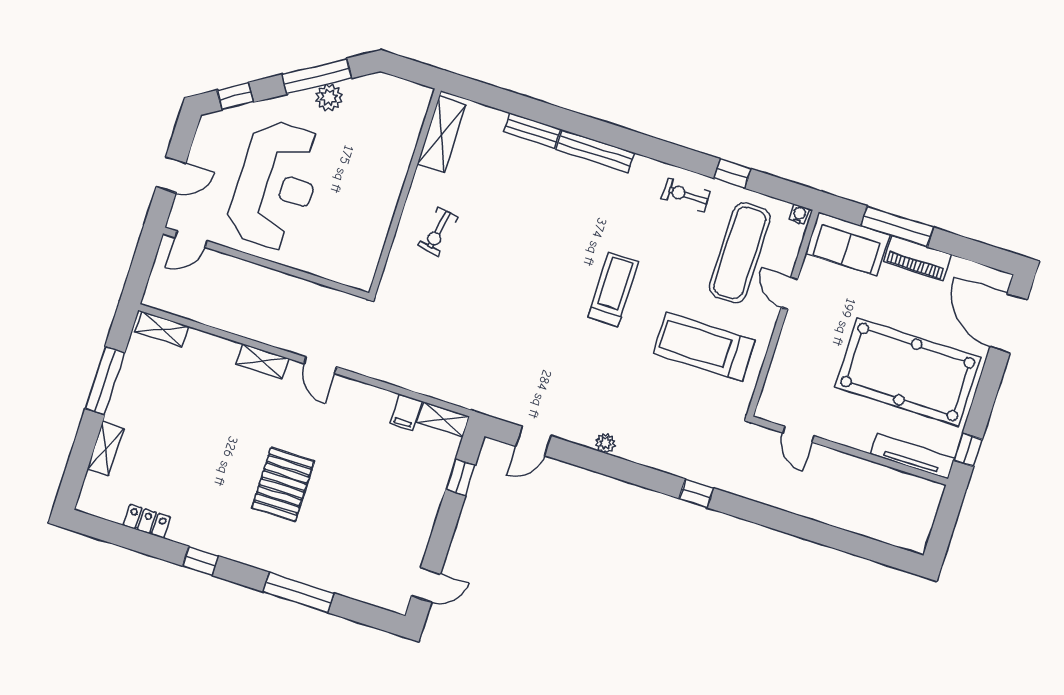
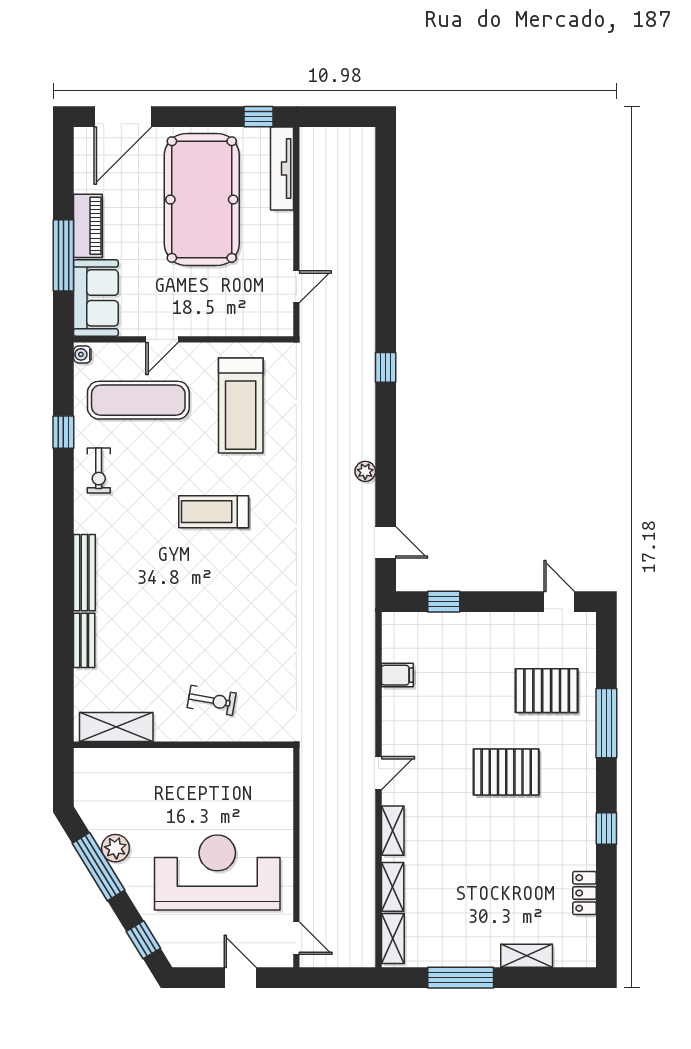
shelving: (443, 419) -> (393, 887), moved
pallet: (347, 547) -> (547, 691), added

